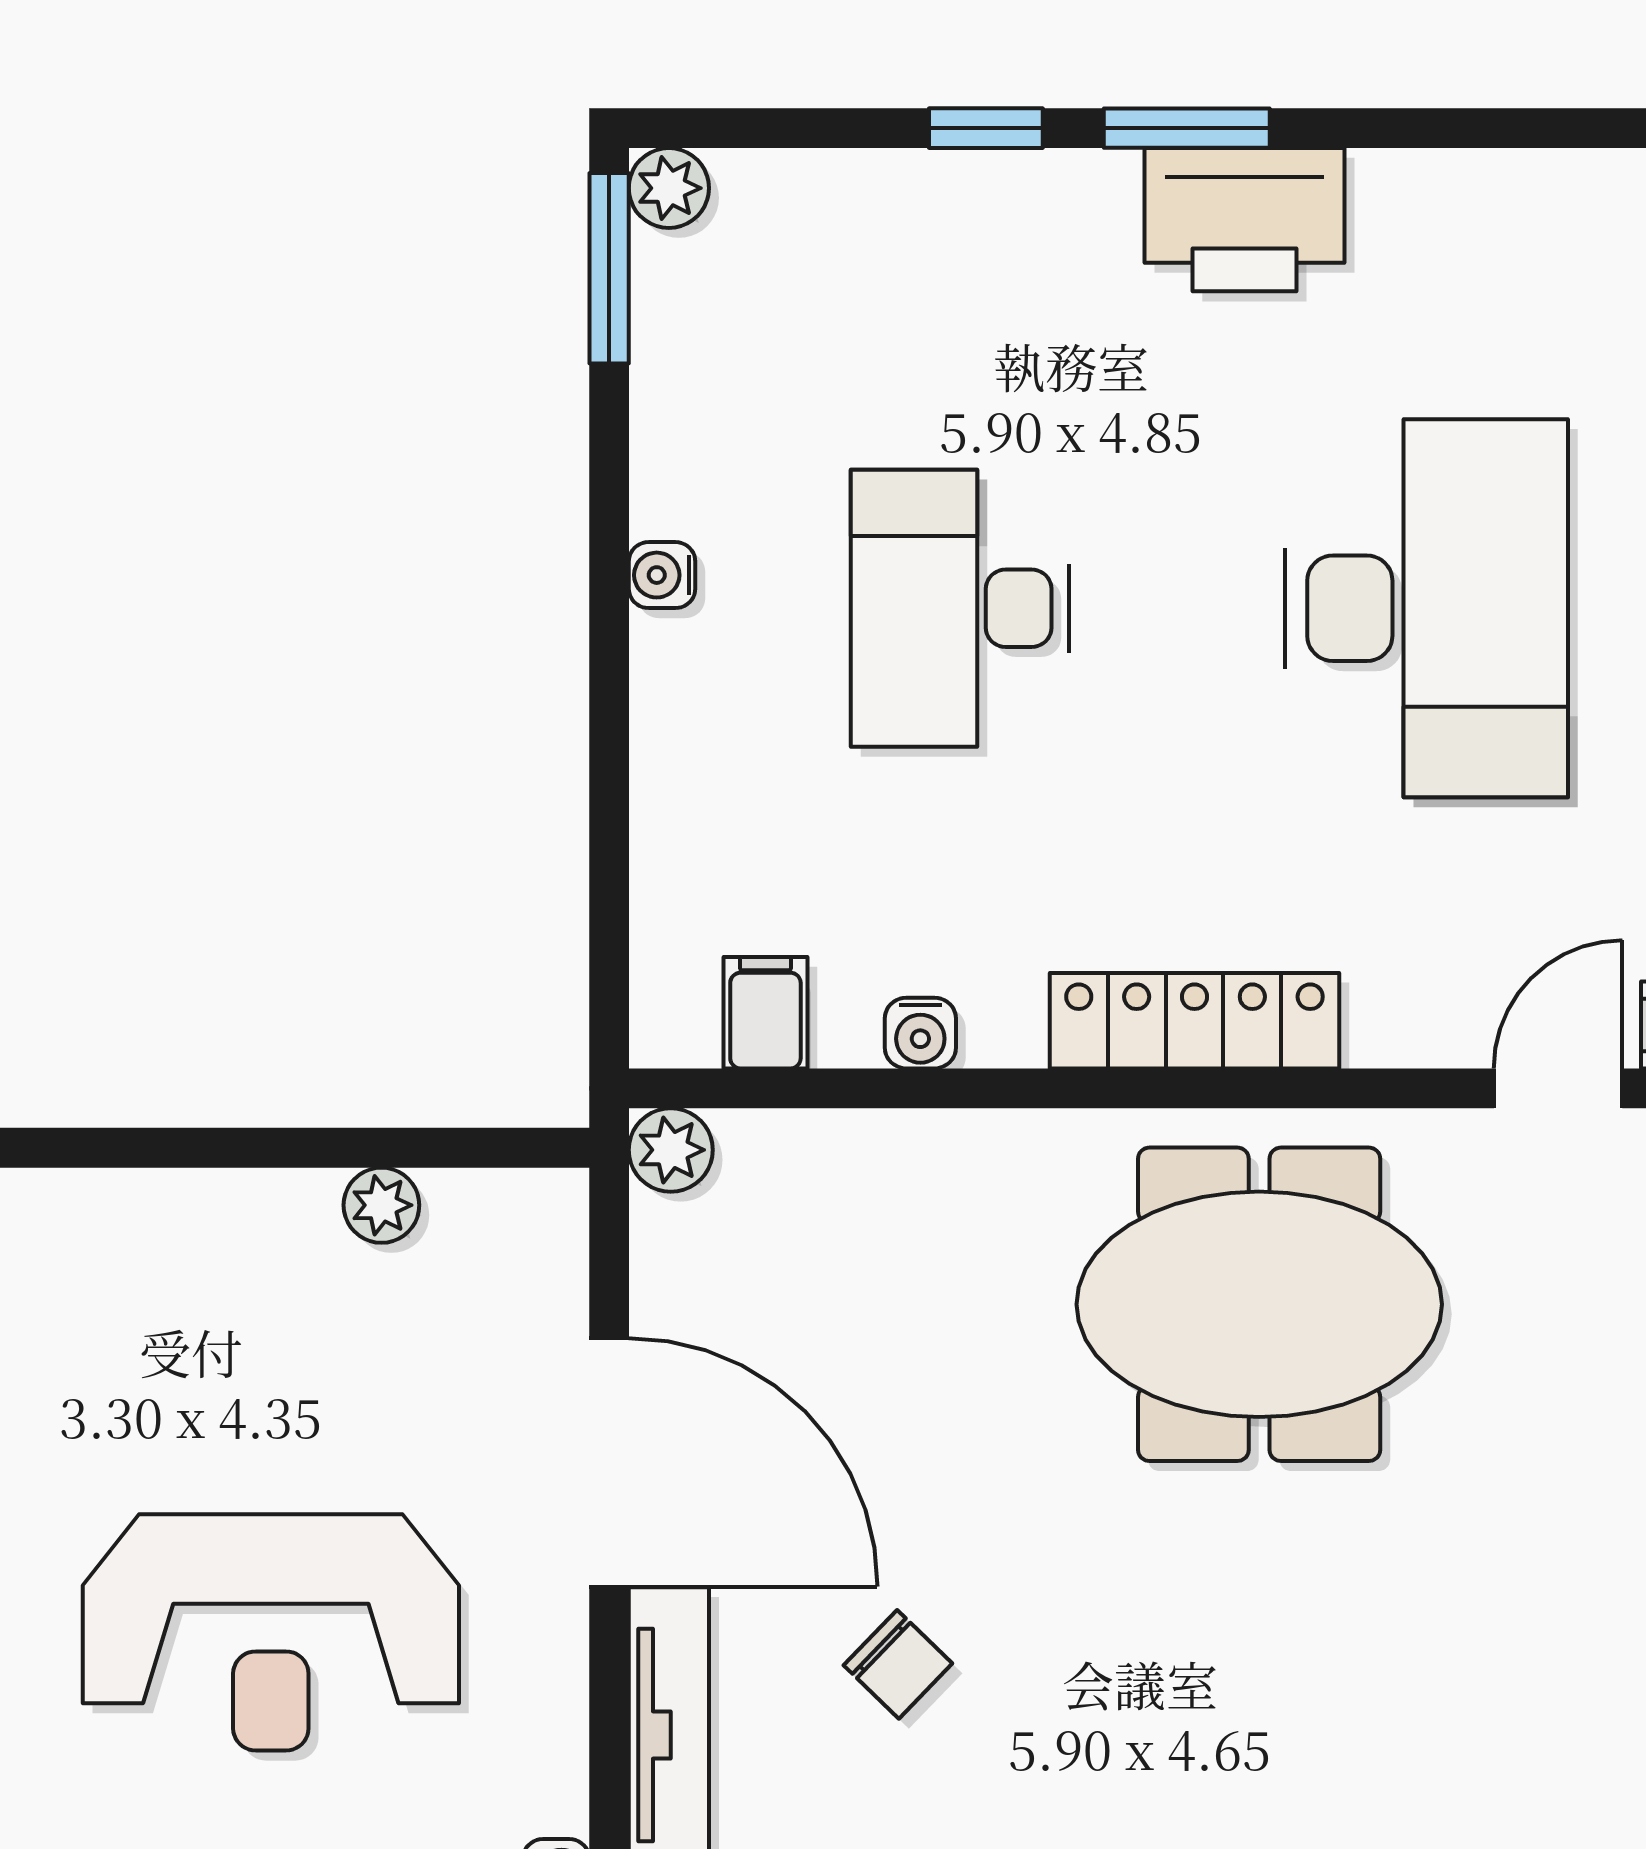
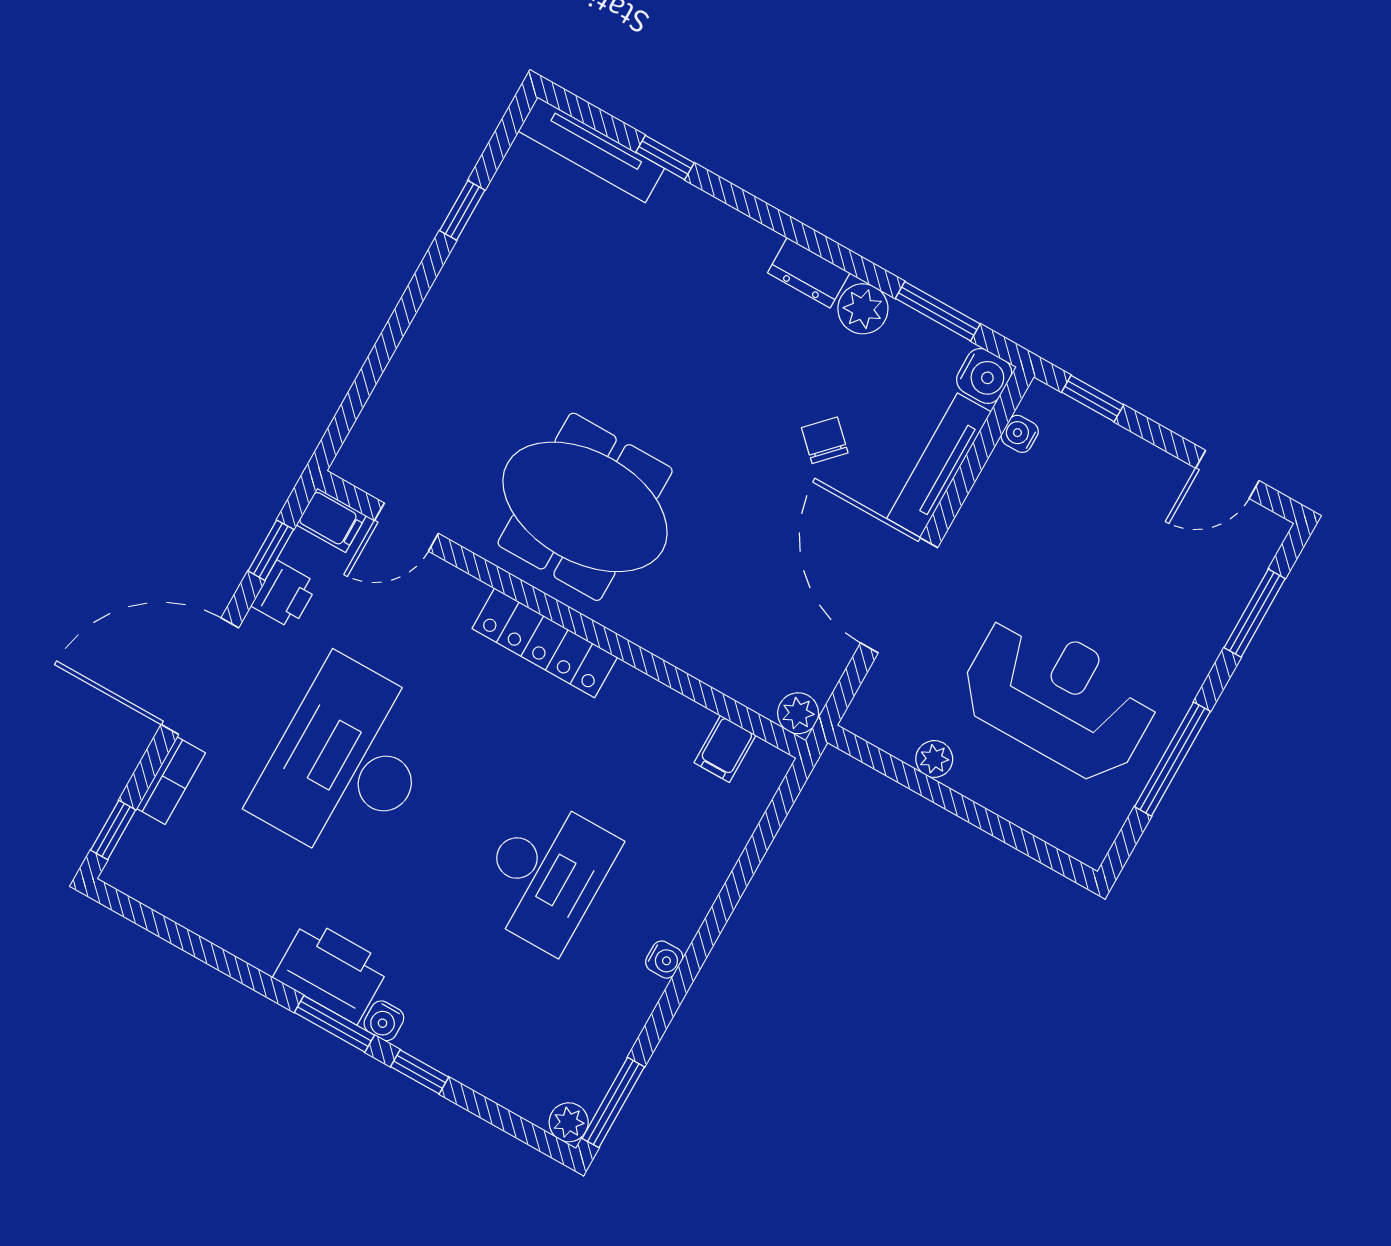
water cooler: (920, 1033) -> (384, 1021), moved, turned 180
reception desk: (271, 1632) -> (1059, 697), moved

